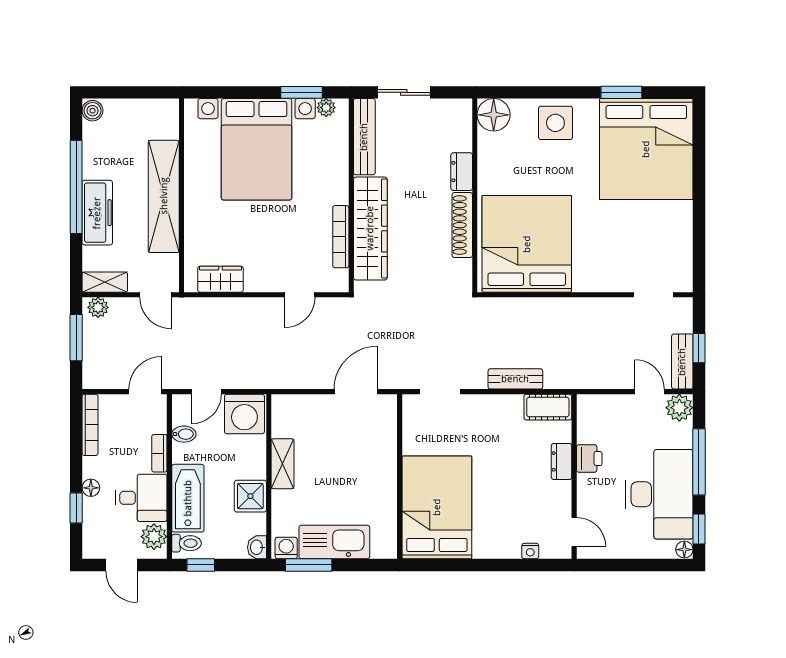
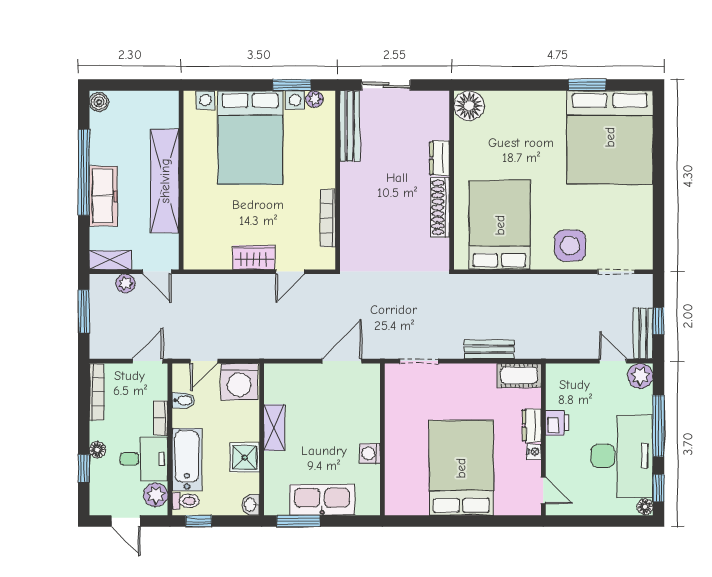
side table: (555, 123) -> (570, 246), moved
wardrobe: (370, 228) -> (355, 211), removed
bed: (527, 244) -> (500, 225), width x0.73
wardrobe: (220, 279) -> (254, 257), moved
plant: (98, 307) -> (126, 283), moved
bed: (437, 507) -> (461, 468), moved
washing machine: (286, 548) -> (370, 453), moved, turned -90
nightstand: (530, 551) -> (534, 452), moved, turned -90

